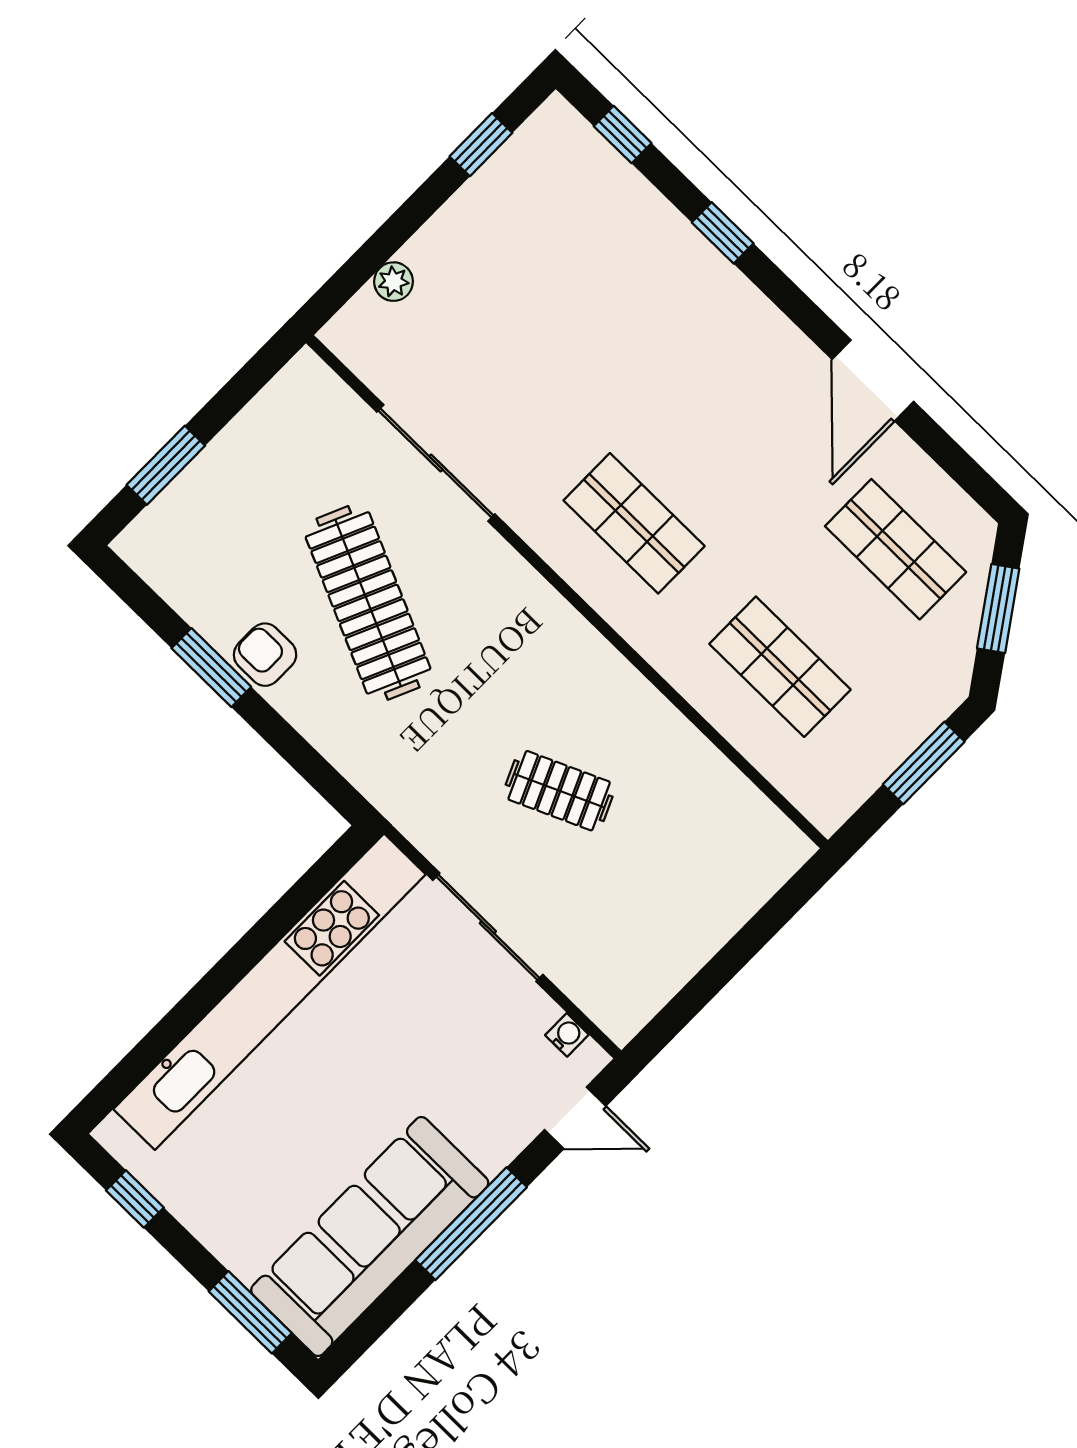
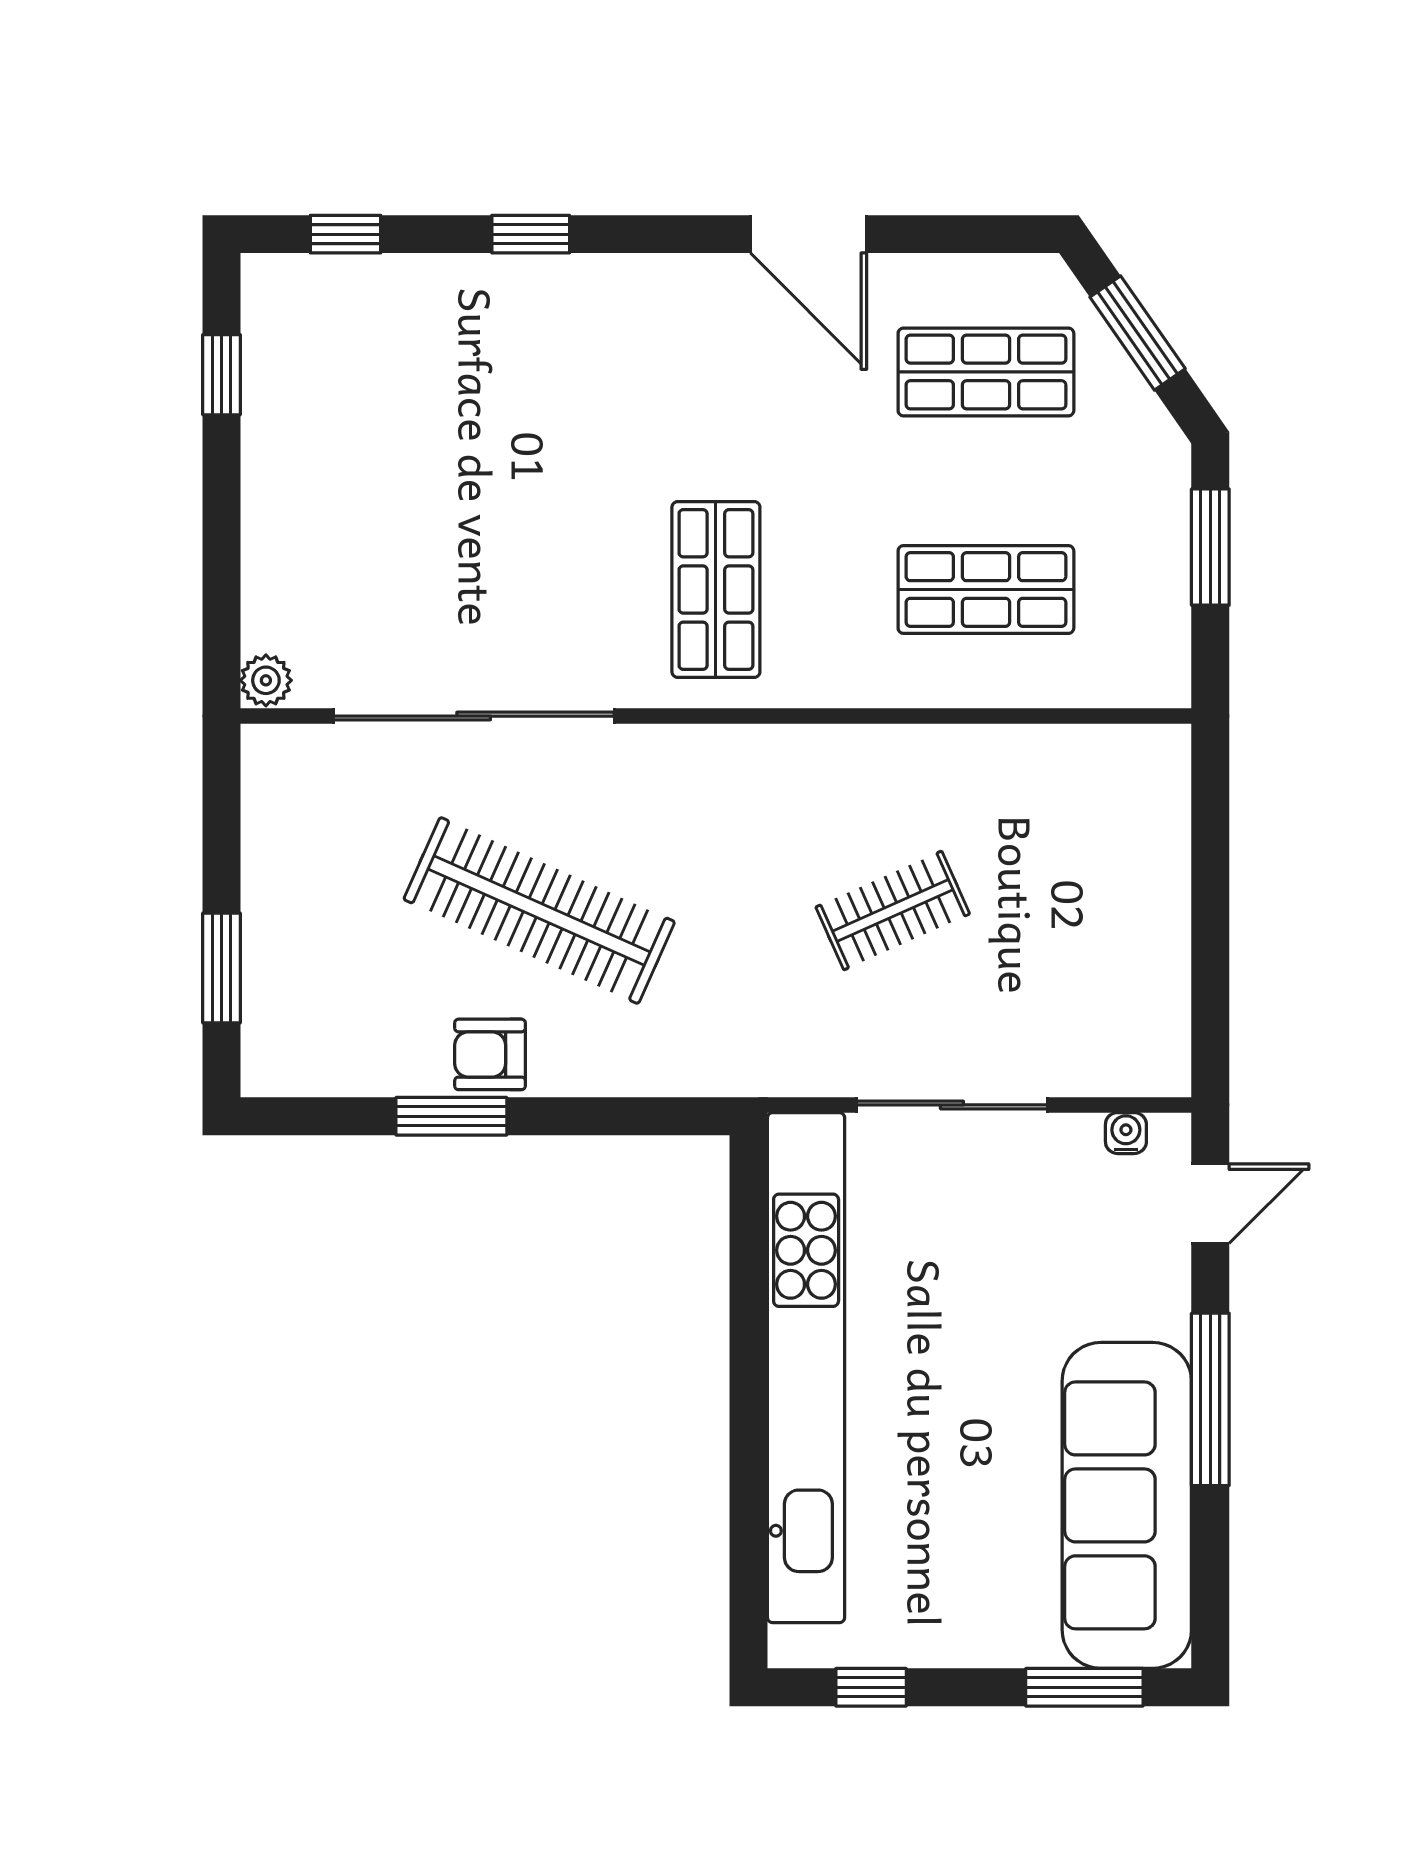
plant: (393, 282) -> (266, 680), moved
sliding door: (436, 463) -> (474, 716), width x1.36
shop shelf: (634, 523) -> (716, 590), turned 90

